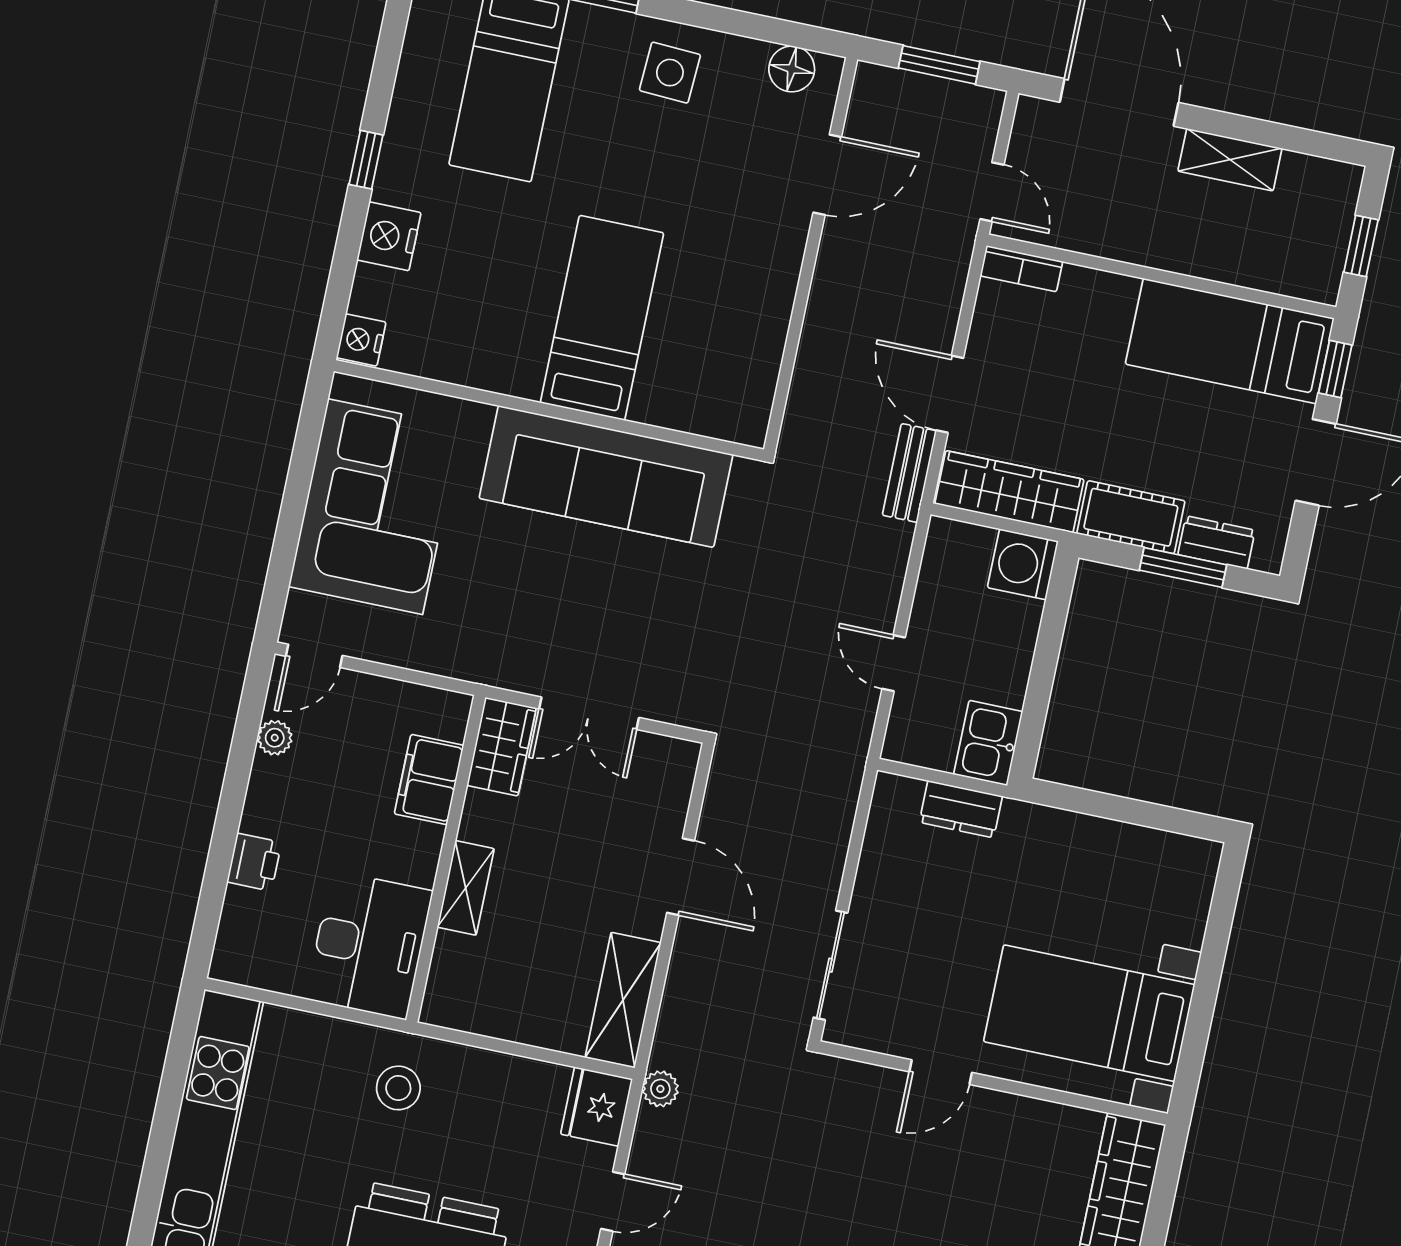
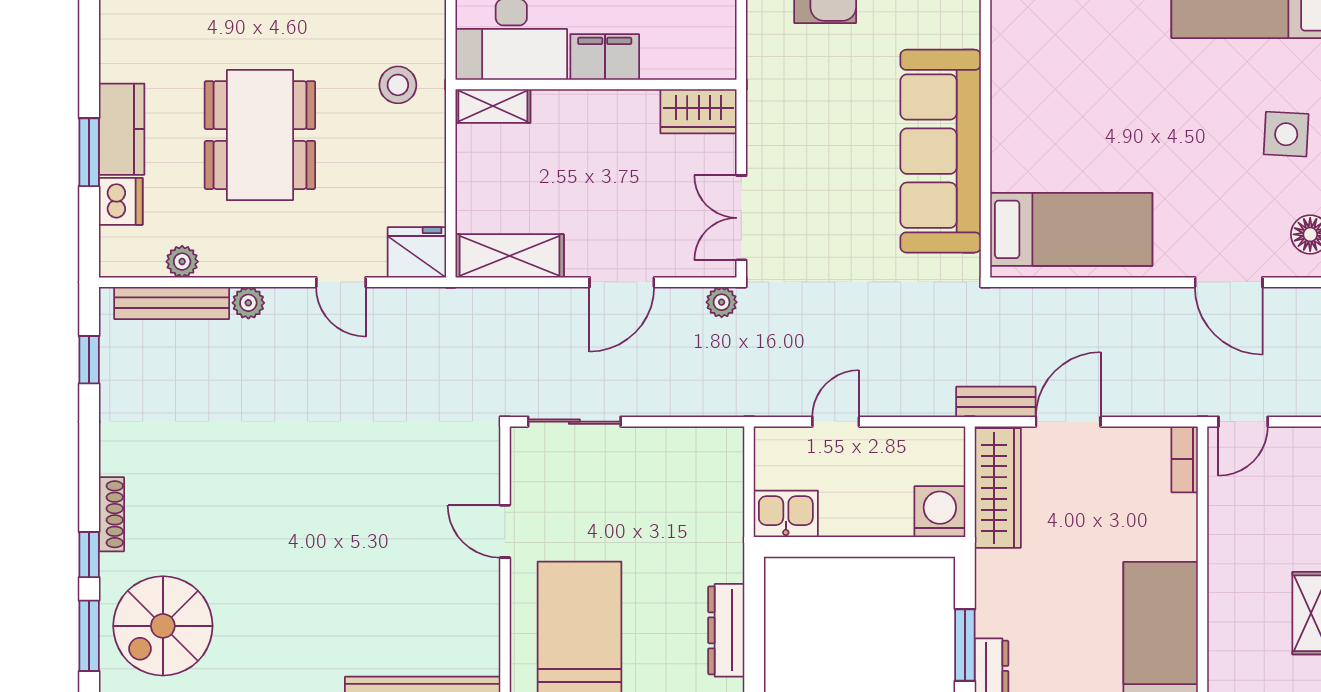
bed: (602, 318) -> (1071, 229), moved
cot: (1131, 517) -> (998, 593), removed
double door: (589, 713) -> (741, 218), moved
filing cabinet: (429, 780) -> (605, 57), moved
dresser: (961, 809) -> (726, 630), moved, width x1.44
shelving: (466, 888) -> (493, 106), moved
plant: (660, 1089) -> (722, 302), moved

